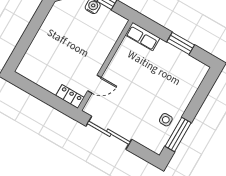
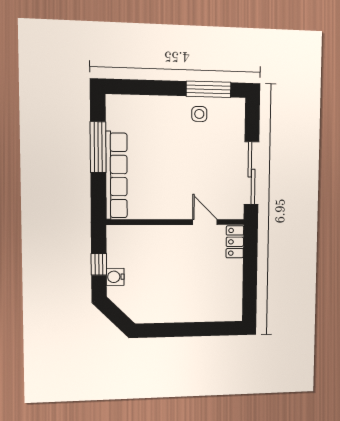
row of seats: (143, 36) -> (116, 176), width x2.02
window: (181, 43) -> (98, 147), width x1.44

